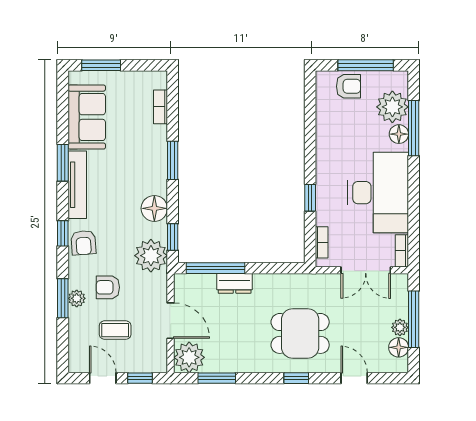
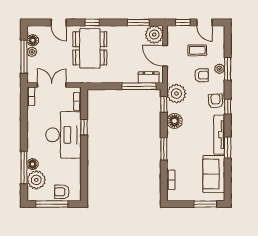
desk: (378, 193) -> (63, 135), moved, turned 180
dresser: (235, 283) -> (149, 77), moved
dining table: (300, 333) -> (90, 48), width x1.38

